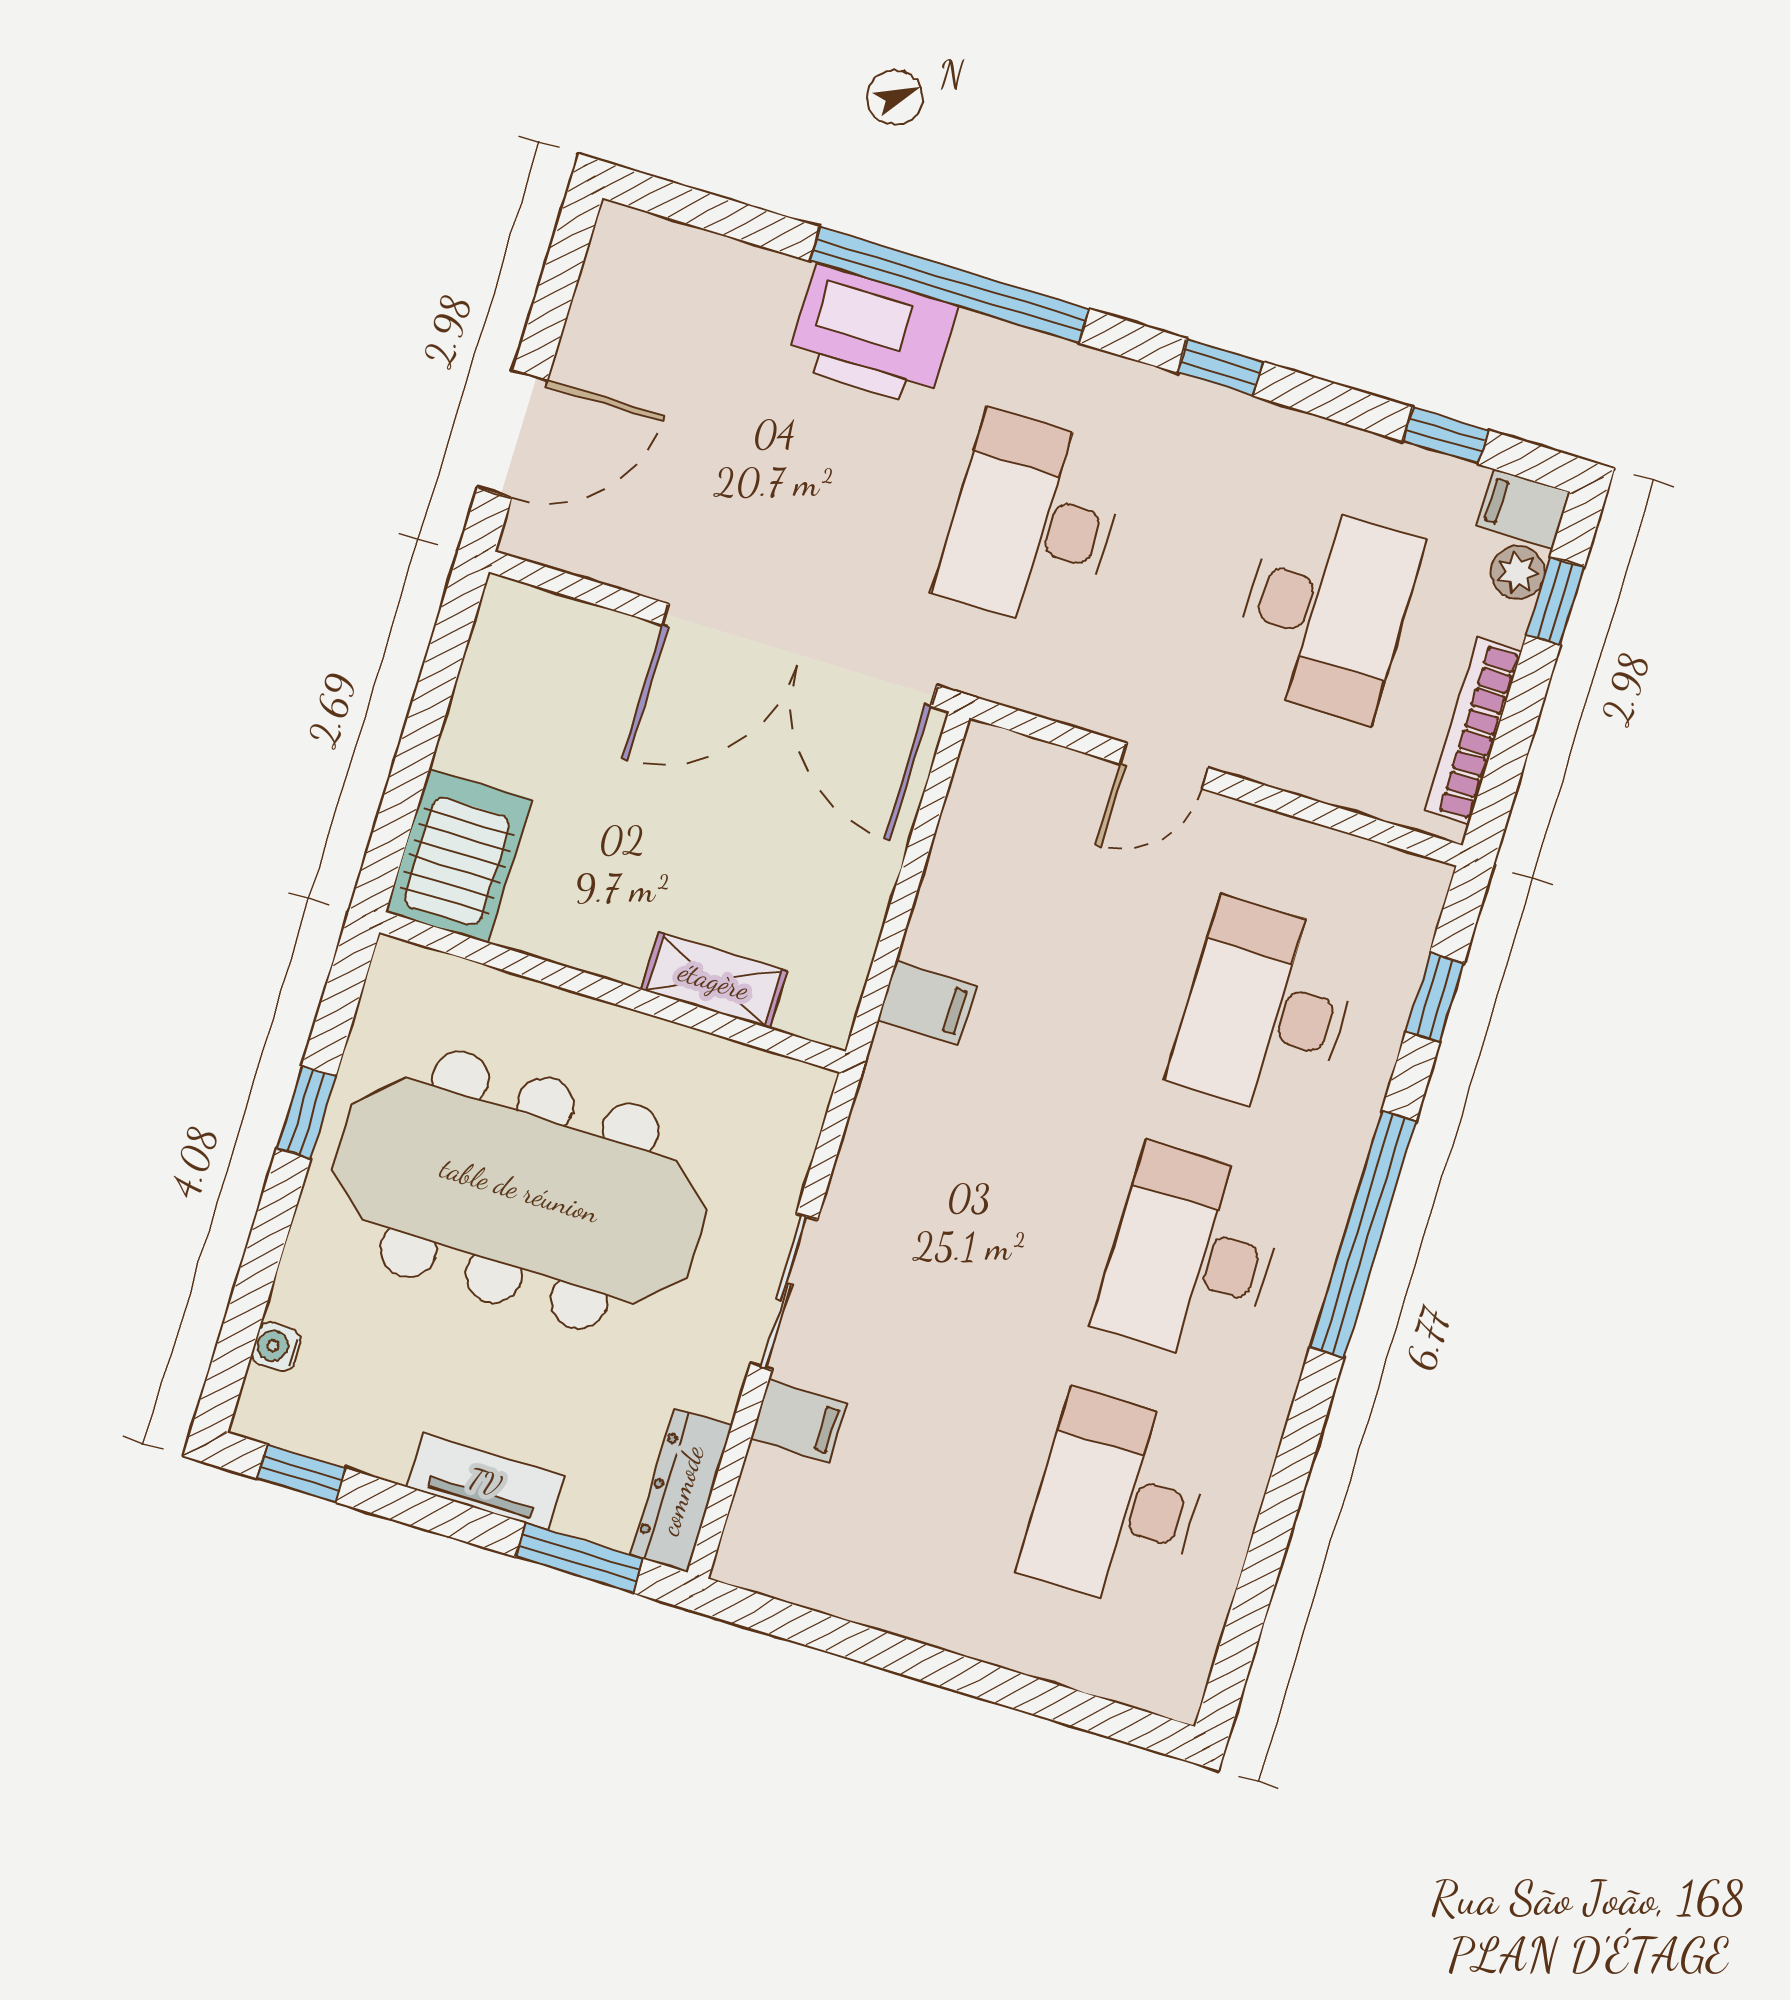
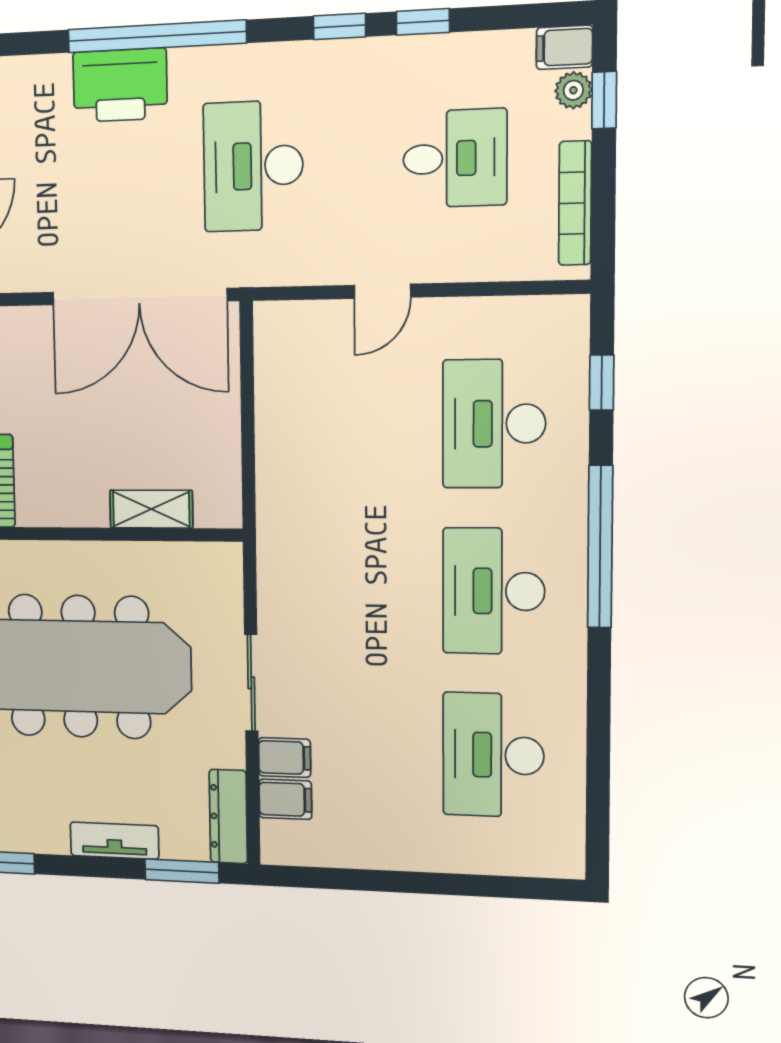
window: (1445, 436) -> (423, 22), moved
desk: (1326, 611) -> (455, 158), width x0.73
filing cabinet: (927, 1003) -> (285, 799), moved

